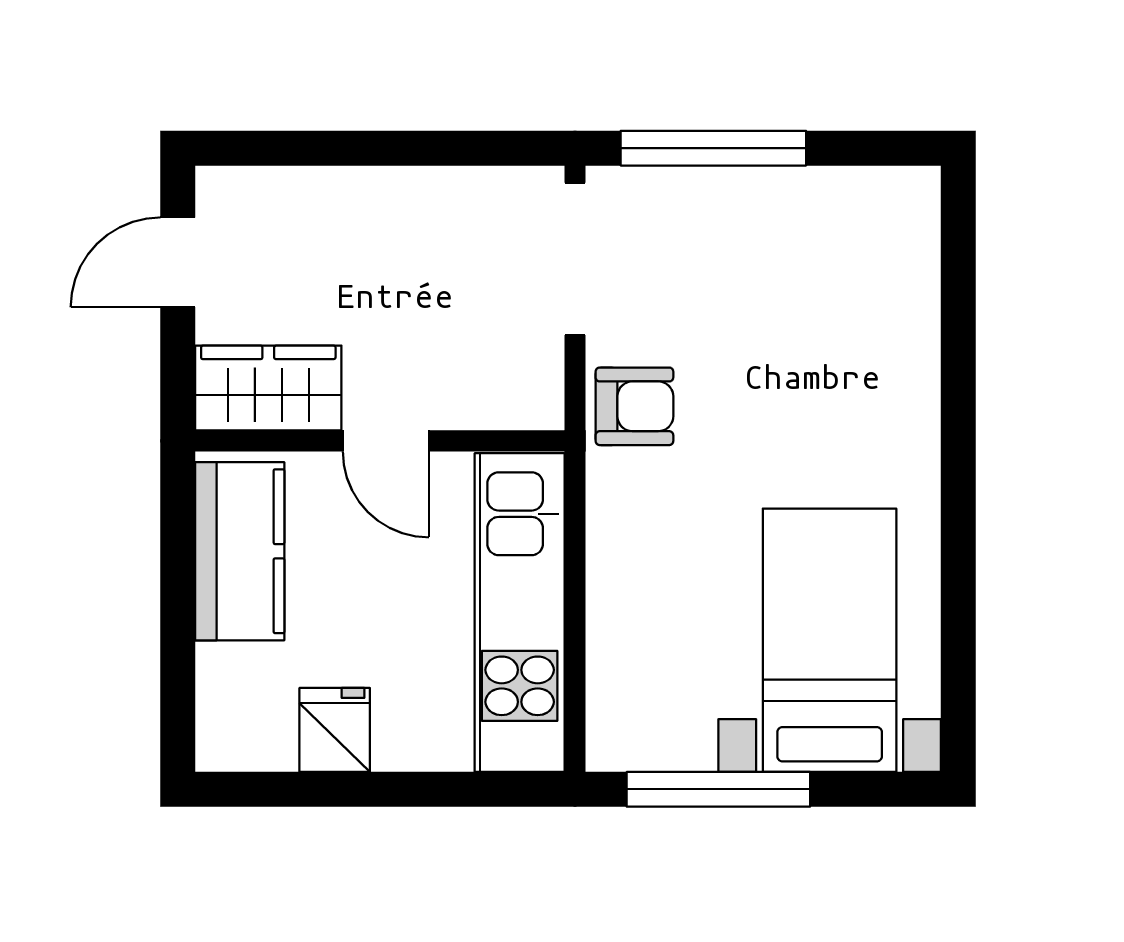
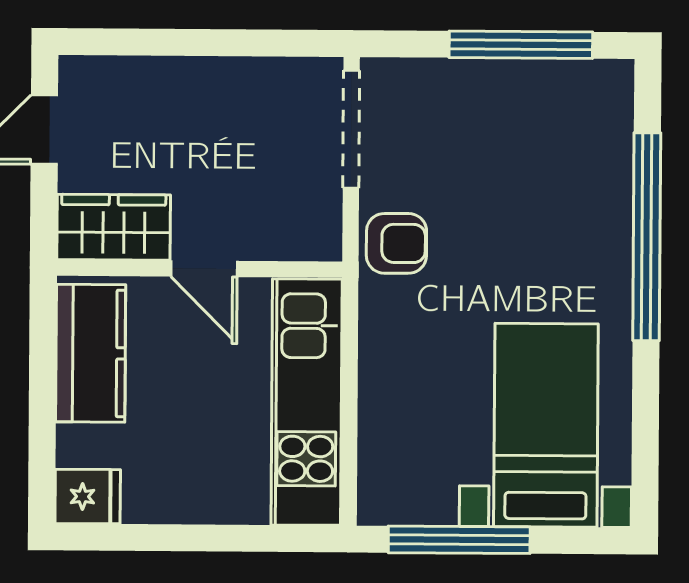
window: (713, 148) -> (521, 45), moved
window: (958, 395) -> (647, 237), added
fridge: (335, 730) -> (88, 497), moved, turned 90

